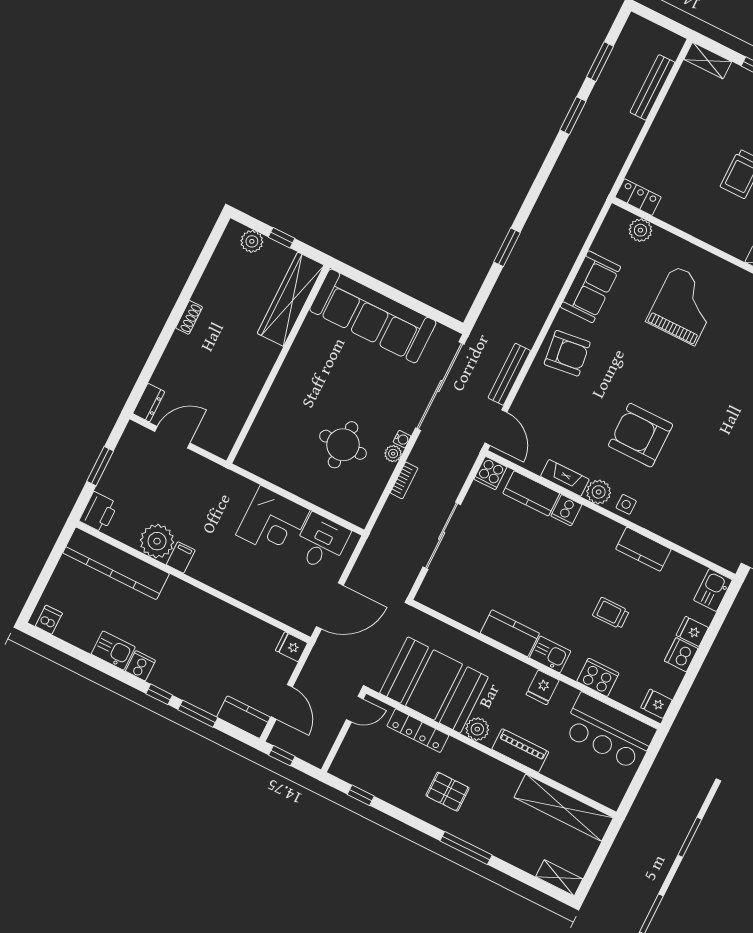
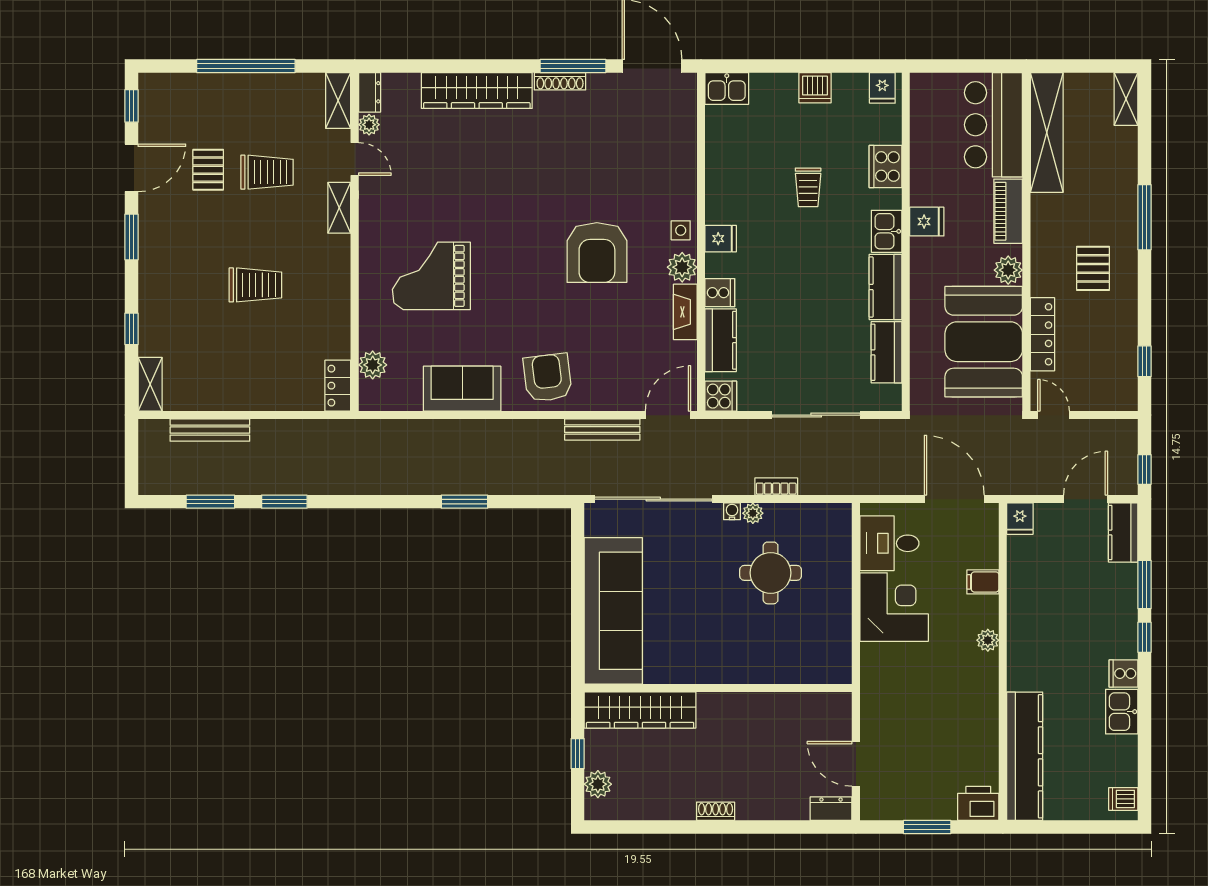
plant: (157, 541) -> (988, 640), moved, width x0.53, depth x0.53
kitchen counter: (643, 549) -> (886, 352), moved, turned 180
filing cabinet: (181, 557) -> (983, 582), moved
fridge: (692, 631) -> (721, 239), moved, turned -90
bar counter: (609, 731) -> (993, 125), moved, turned 180

